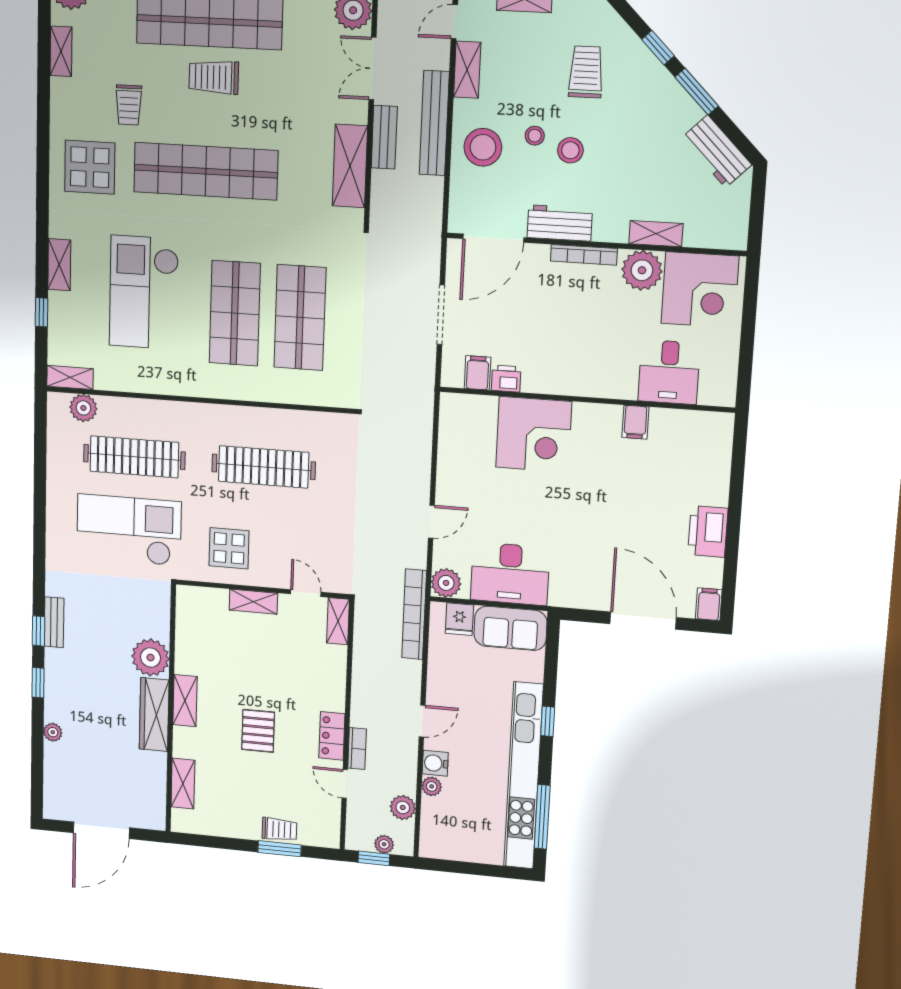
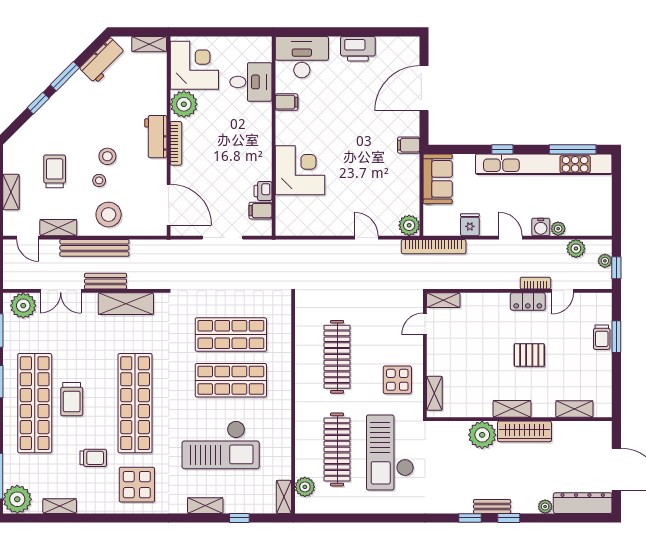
trolley: (586, 72) -> (55, 171), moved, turned 90
workbench: (560, 223) -> (156, 137), moved
shelving: (656, 234) -> (149, 44), moved, turned 90
desk: (510, 574) -> (302, 57), moved, turned -90
shelving: (253, 602) -> (434, 393), moved
filing cabinet: (709, 604) -> (409, 145), moved
fridge: (459, 619) -> (470, 225), moved, turned -90
bench: (54, 622) -> (492, 507), moved
dresser: (57, 782) -> (583, 503), added
trolley: (279, 829) -> (602, 337), turned 180

